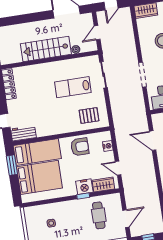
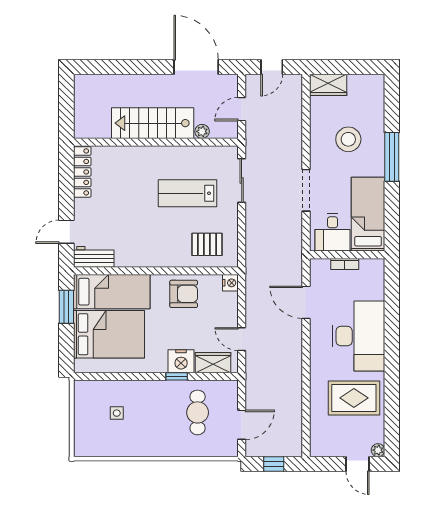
nightstand: (108, 146) -> (230, 283), moved

